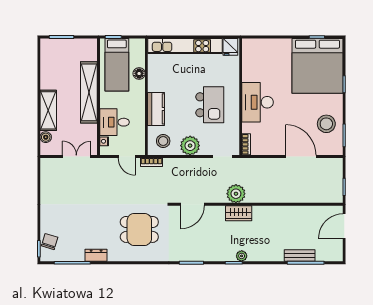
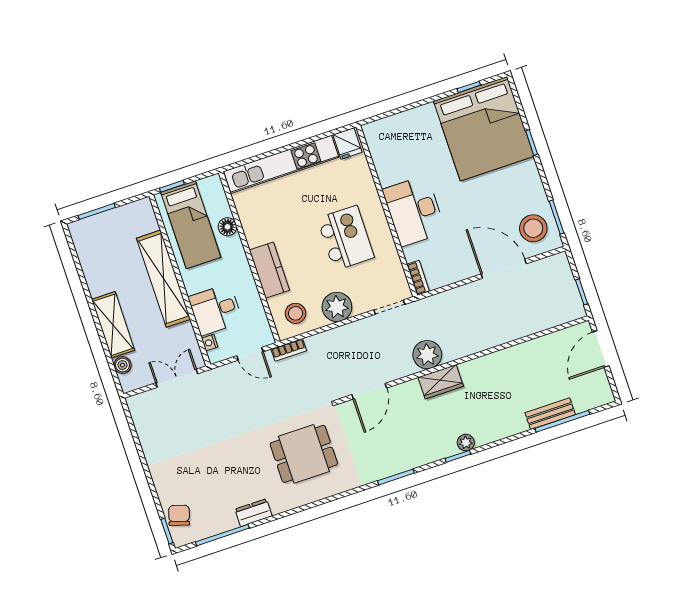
stool: (326, 124) -> (533, 228), moved

